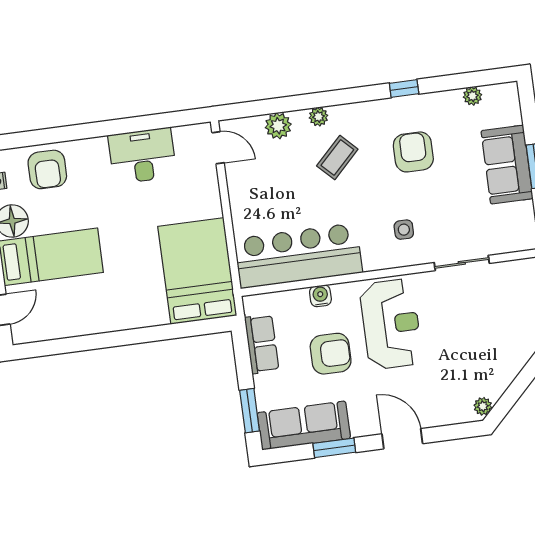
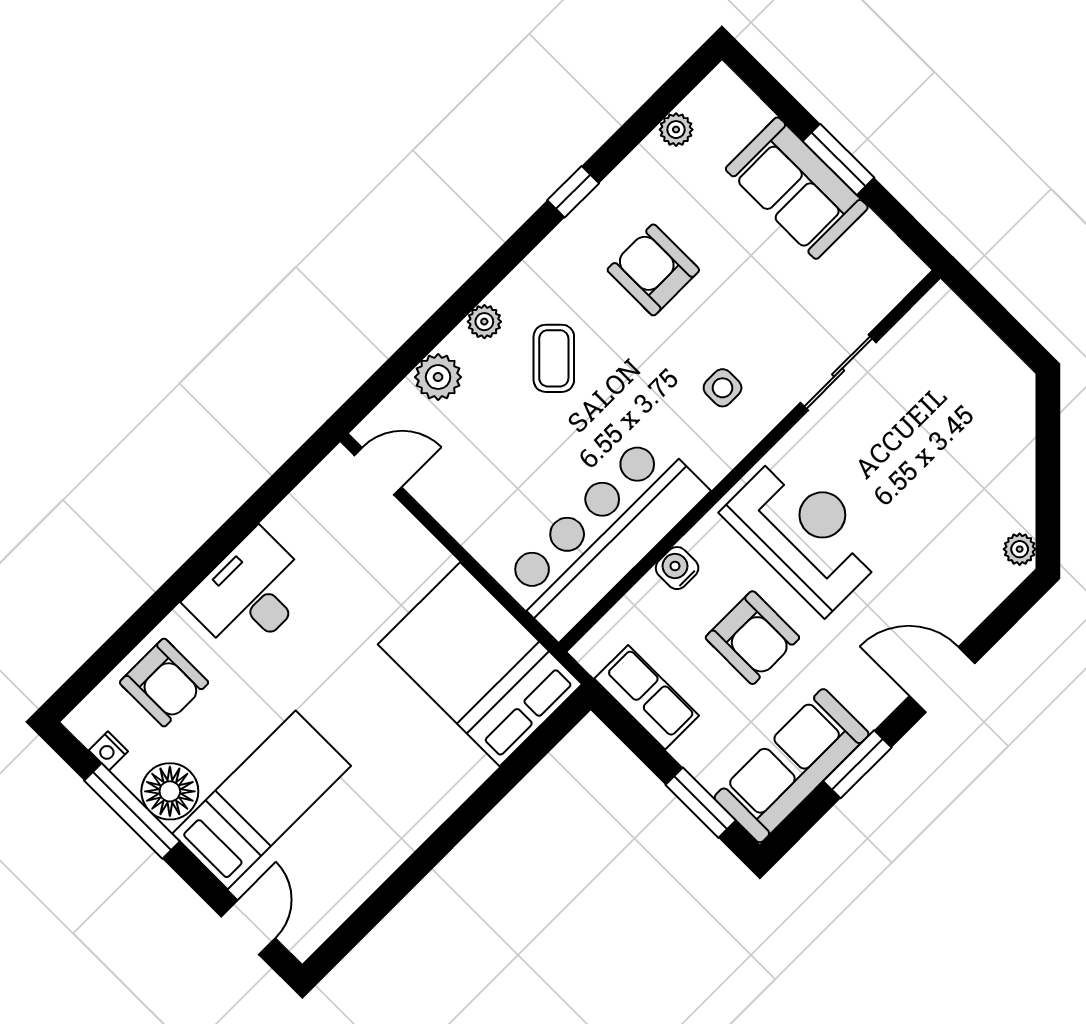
desk: (142, 156) -> (250, 594), moved
armchair: (331, 354) -> (752, 638), turned 90

